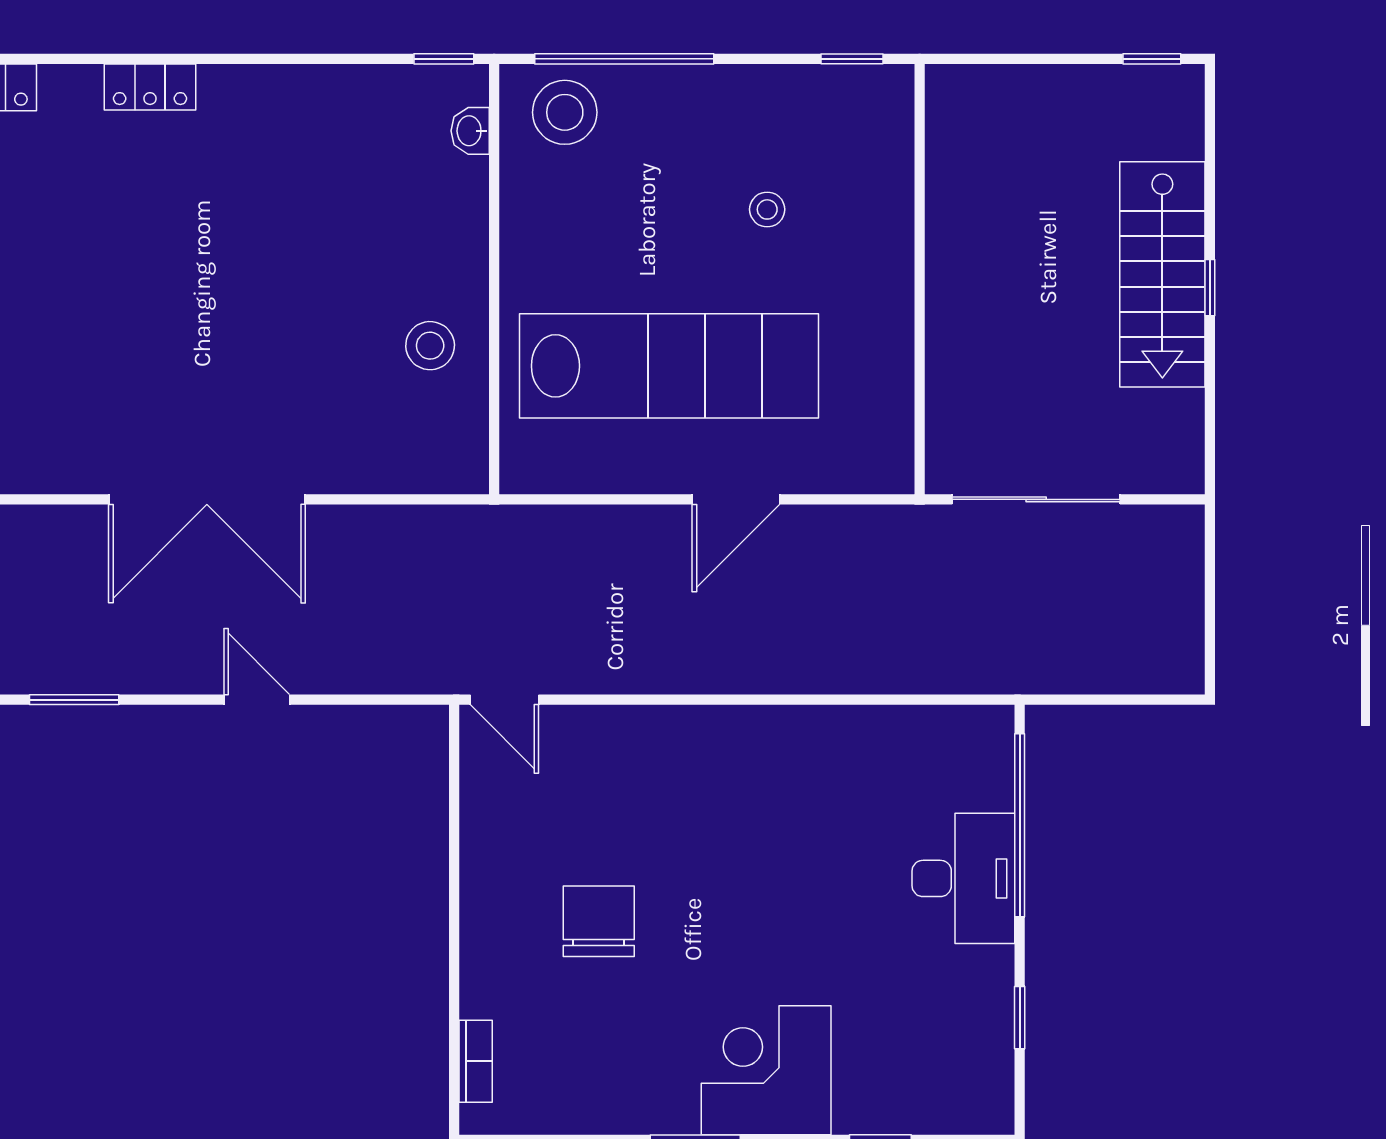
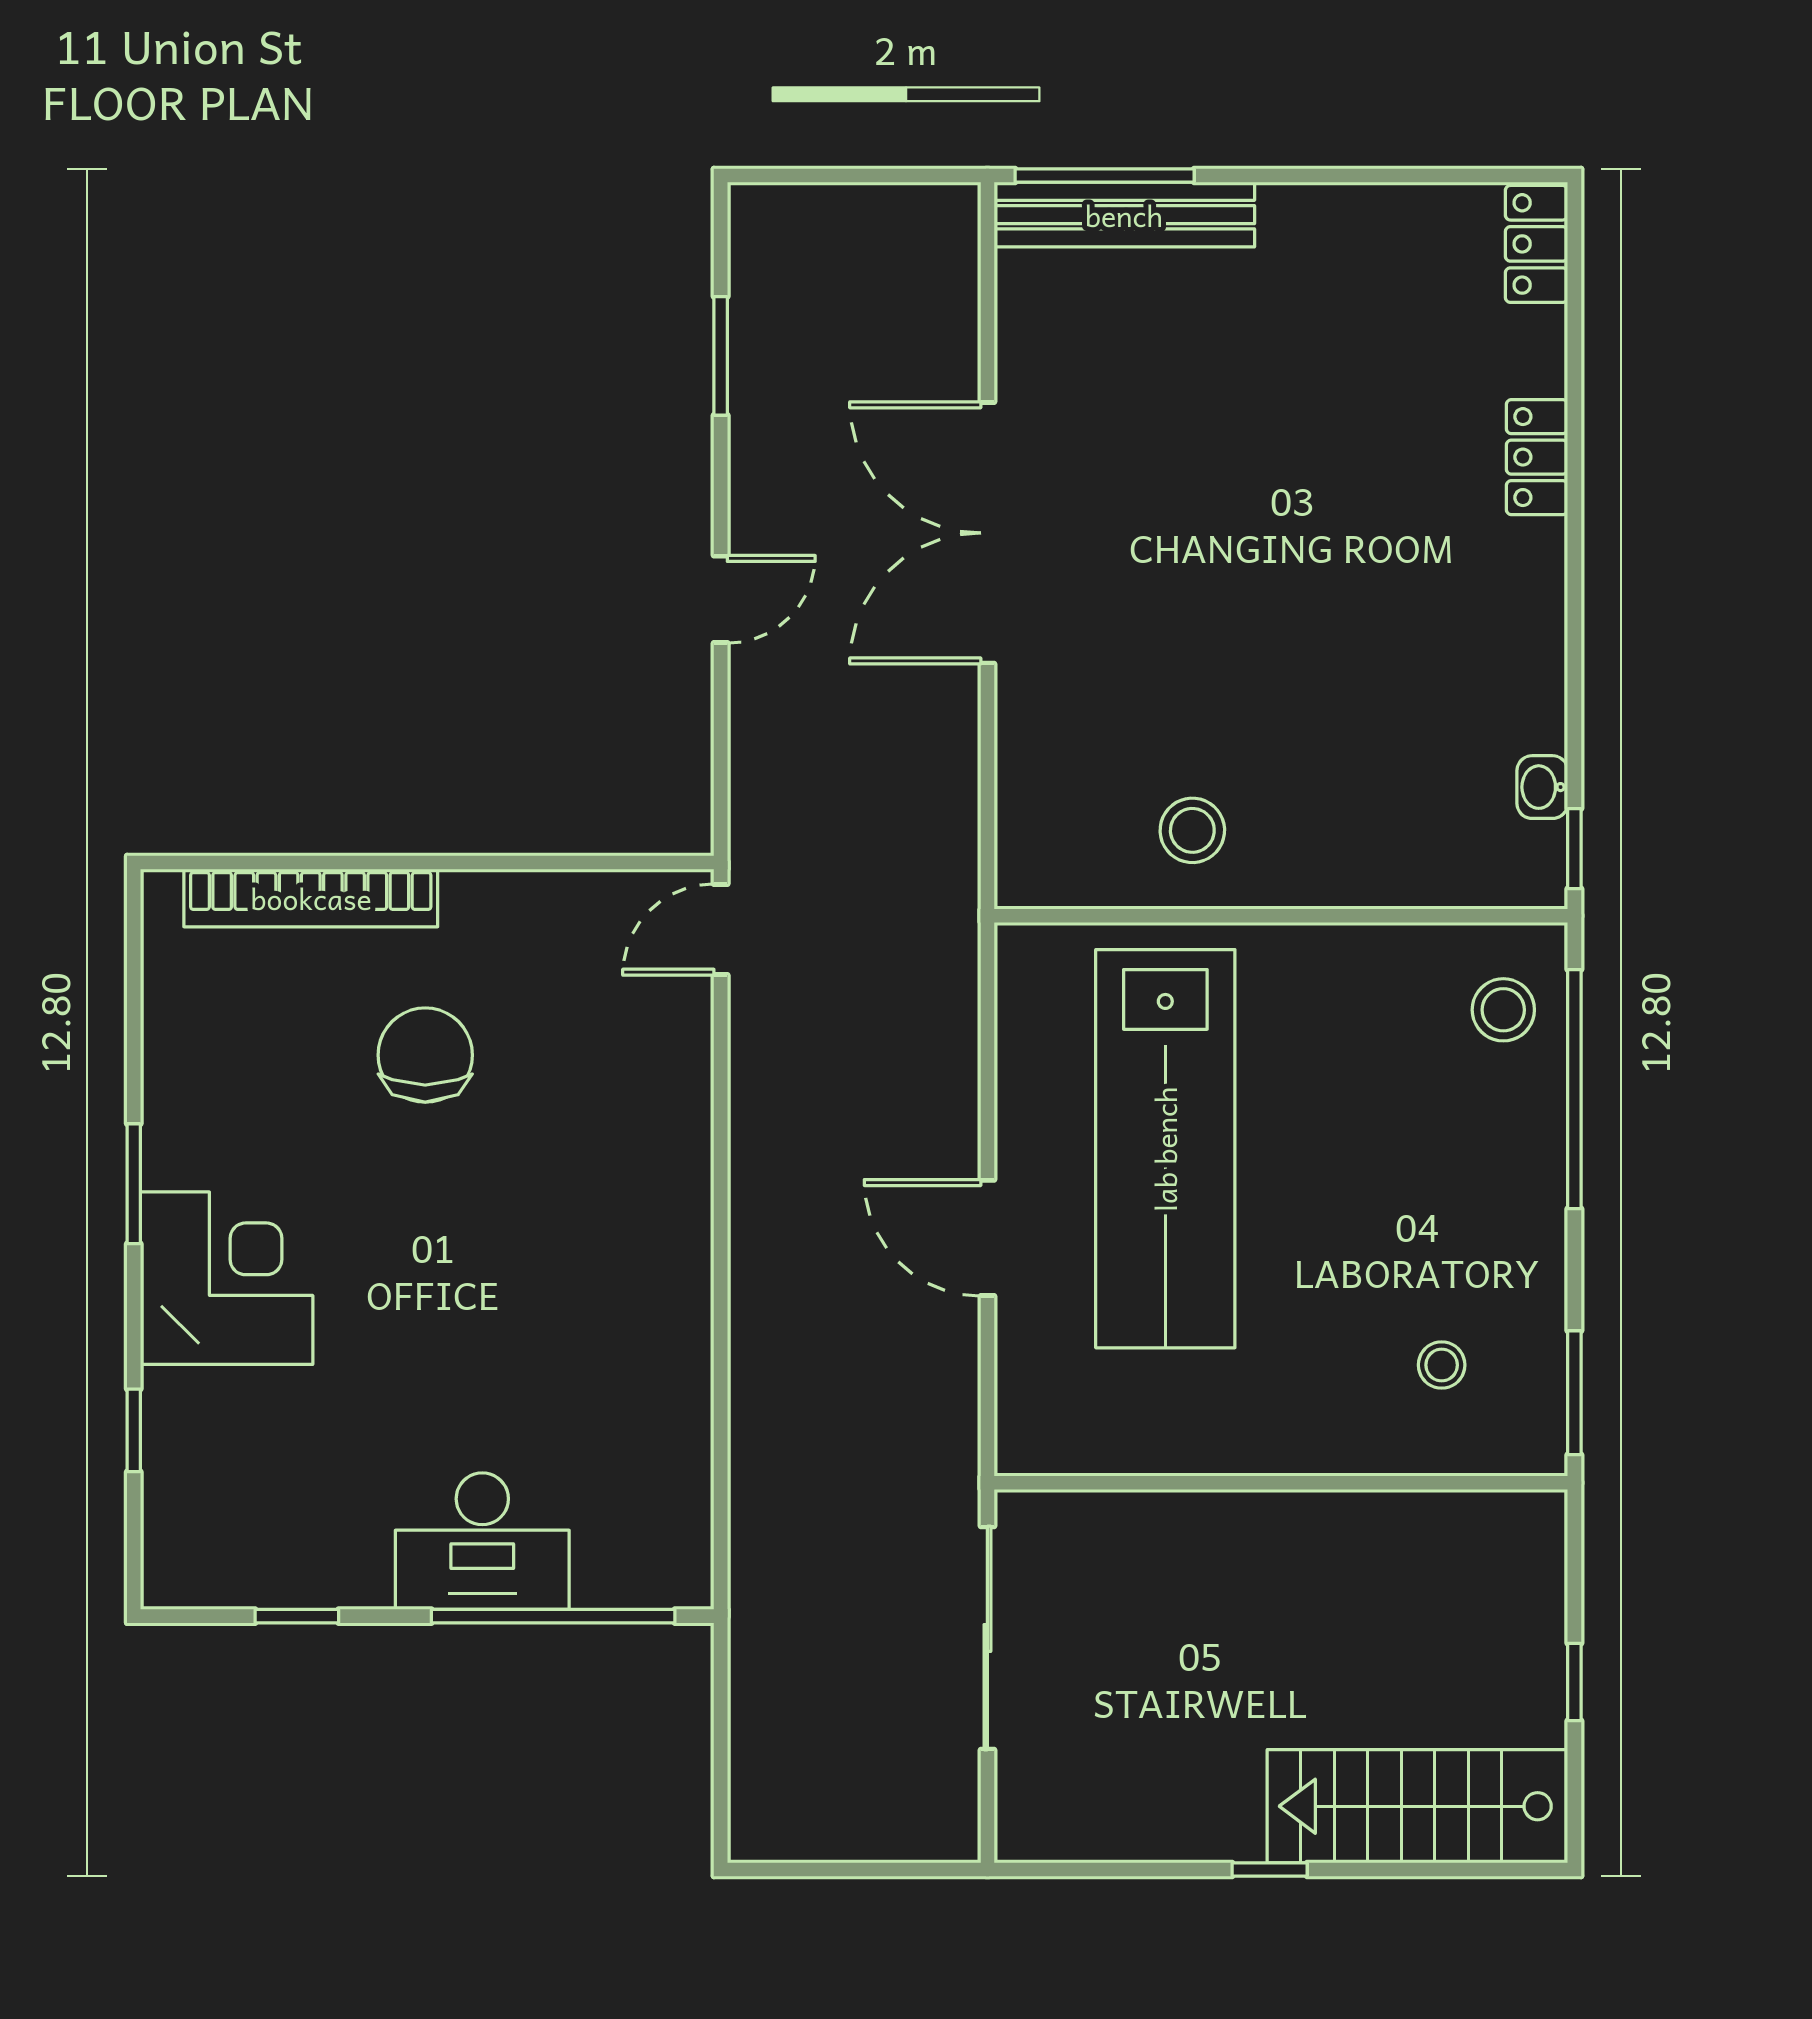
window: (852, 59) -> (1574, 1393), width x1.50
window: (1152, 59) -> (1574, 1682), moved
stool: (565, 112) -> (1503, 1010), width x0.73, depth x0.73
washbasin: (470, 131) -> (1542, 787), moved, turned -90
stool: (767, 209) -> (1442, 1365), moved
stairs: (1162, 274) -> (1417, 1806), moved
chair: (599, 921) -> (425, 1055), turned -90
bookcase: (476, 1061) -> (311, 898), width x2.31, depth x1.31

